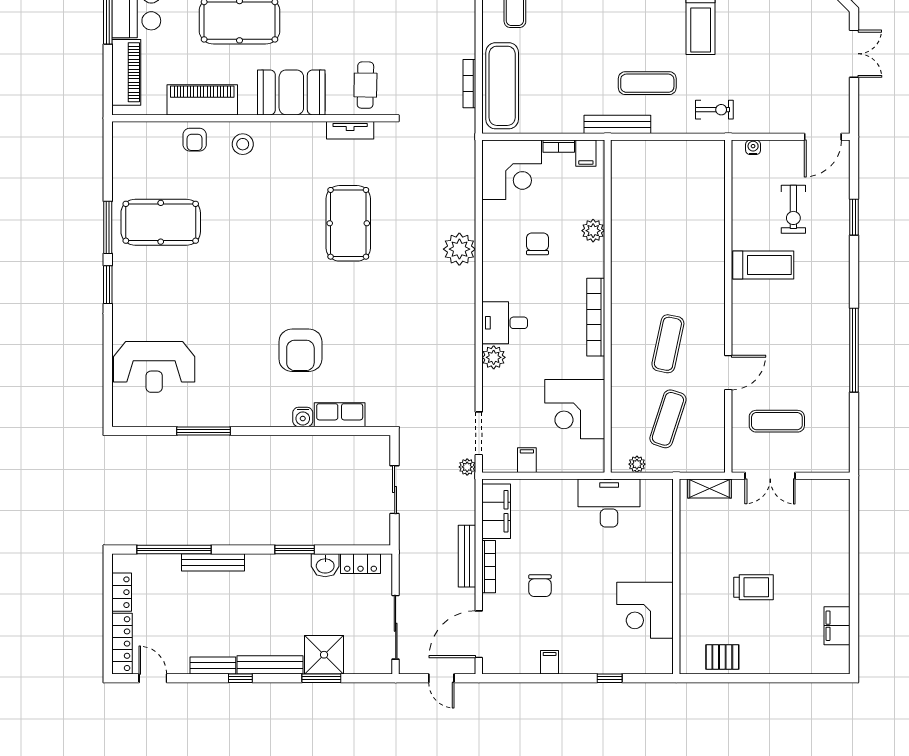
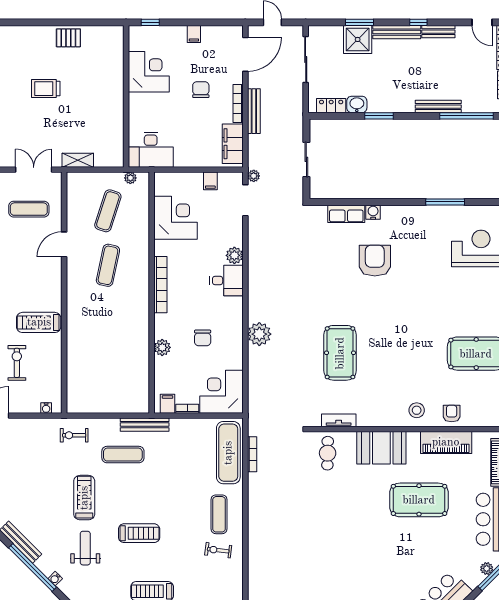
wall: (676, 576) -> (126, 96), moved
corner desk: (645, 610) -> (149, 72), moved

